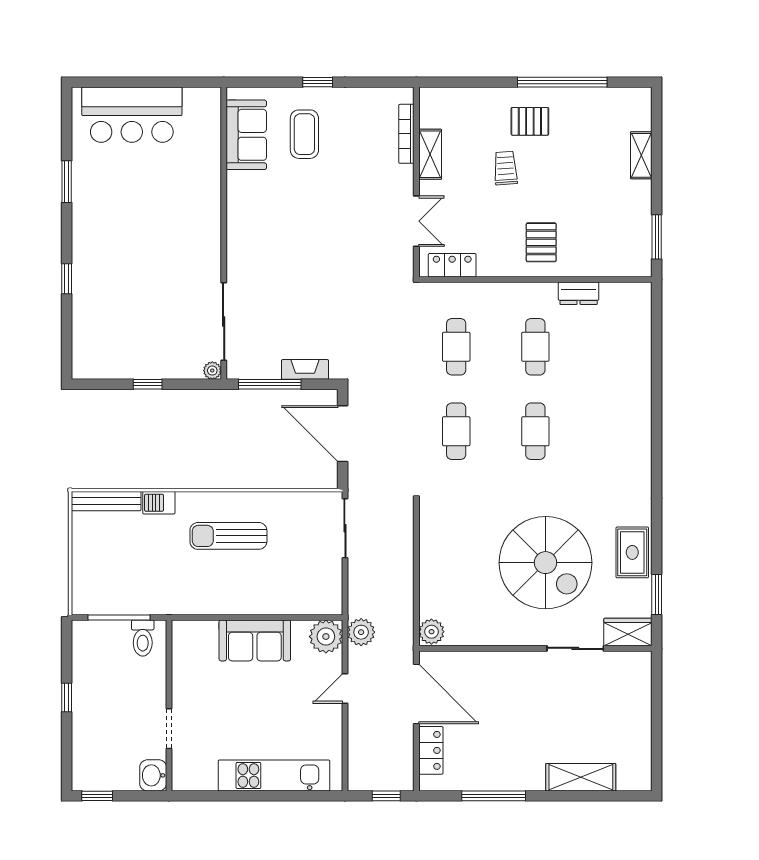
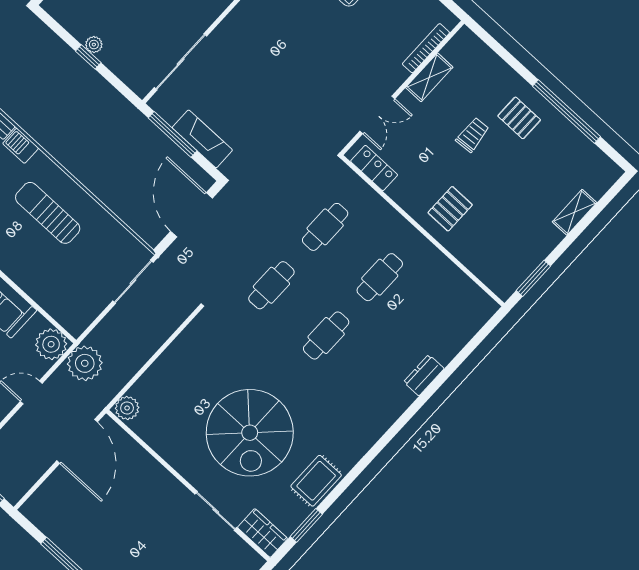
dresser: (579, 293) -> (424, 375), moved, turned 90
fireplace: (305, 369) -> (202, 139), width x1.37, depth x1.32
plant: (212, 371) -> (94, 45), moved
plant: (361, 632) -> (85, 363), width x1.36, depth x1.36
locker: (431, 750) -> (51, 490), removed

